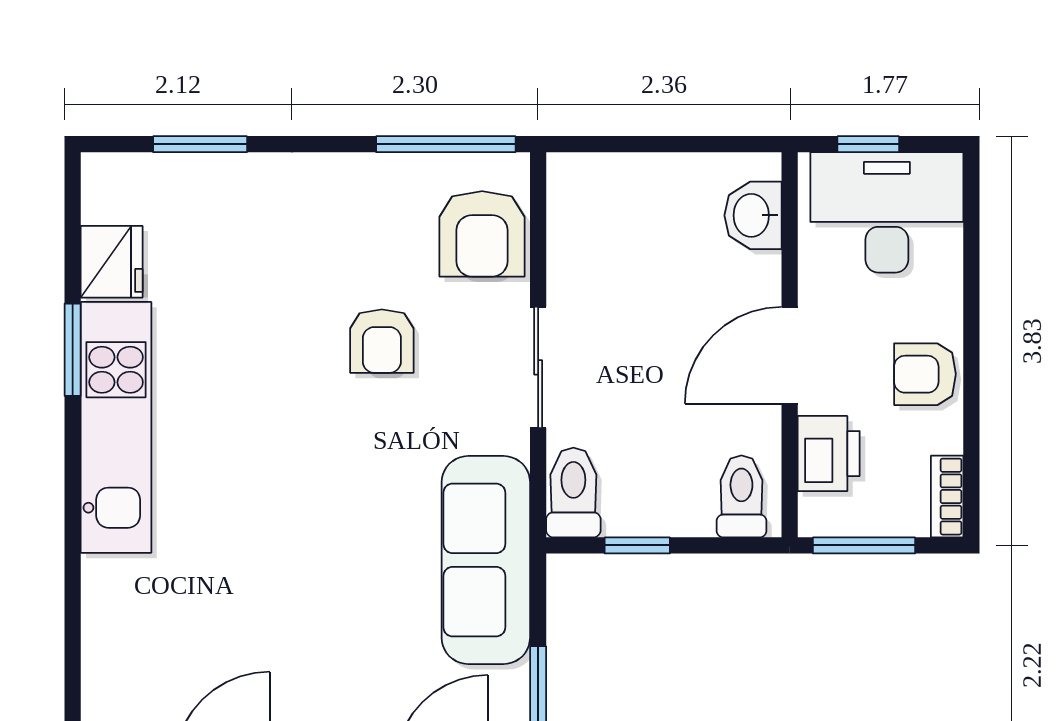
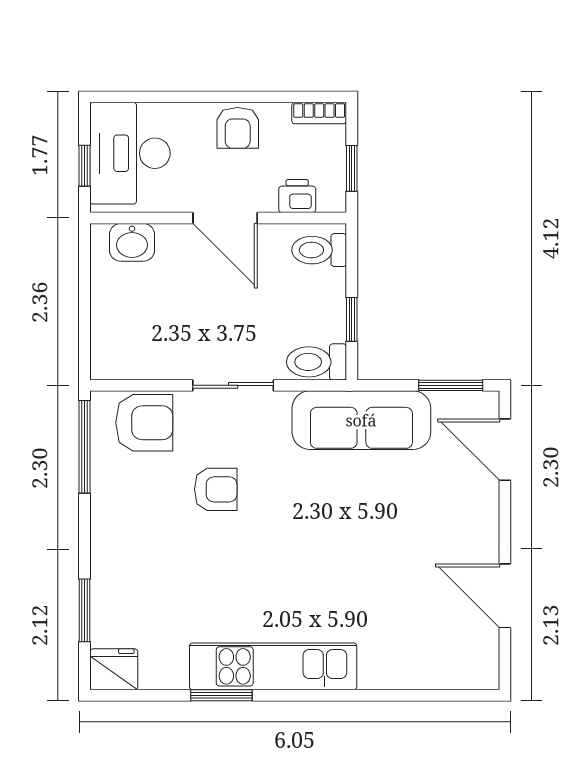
fridge: (112, 262) -> (114, 669), moved
printer: (829, 454) -> (297, 196), width x0.73, depth x0.81
window: (864, 545) -> (352, 168), width x0.67

